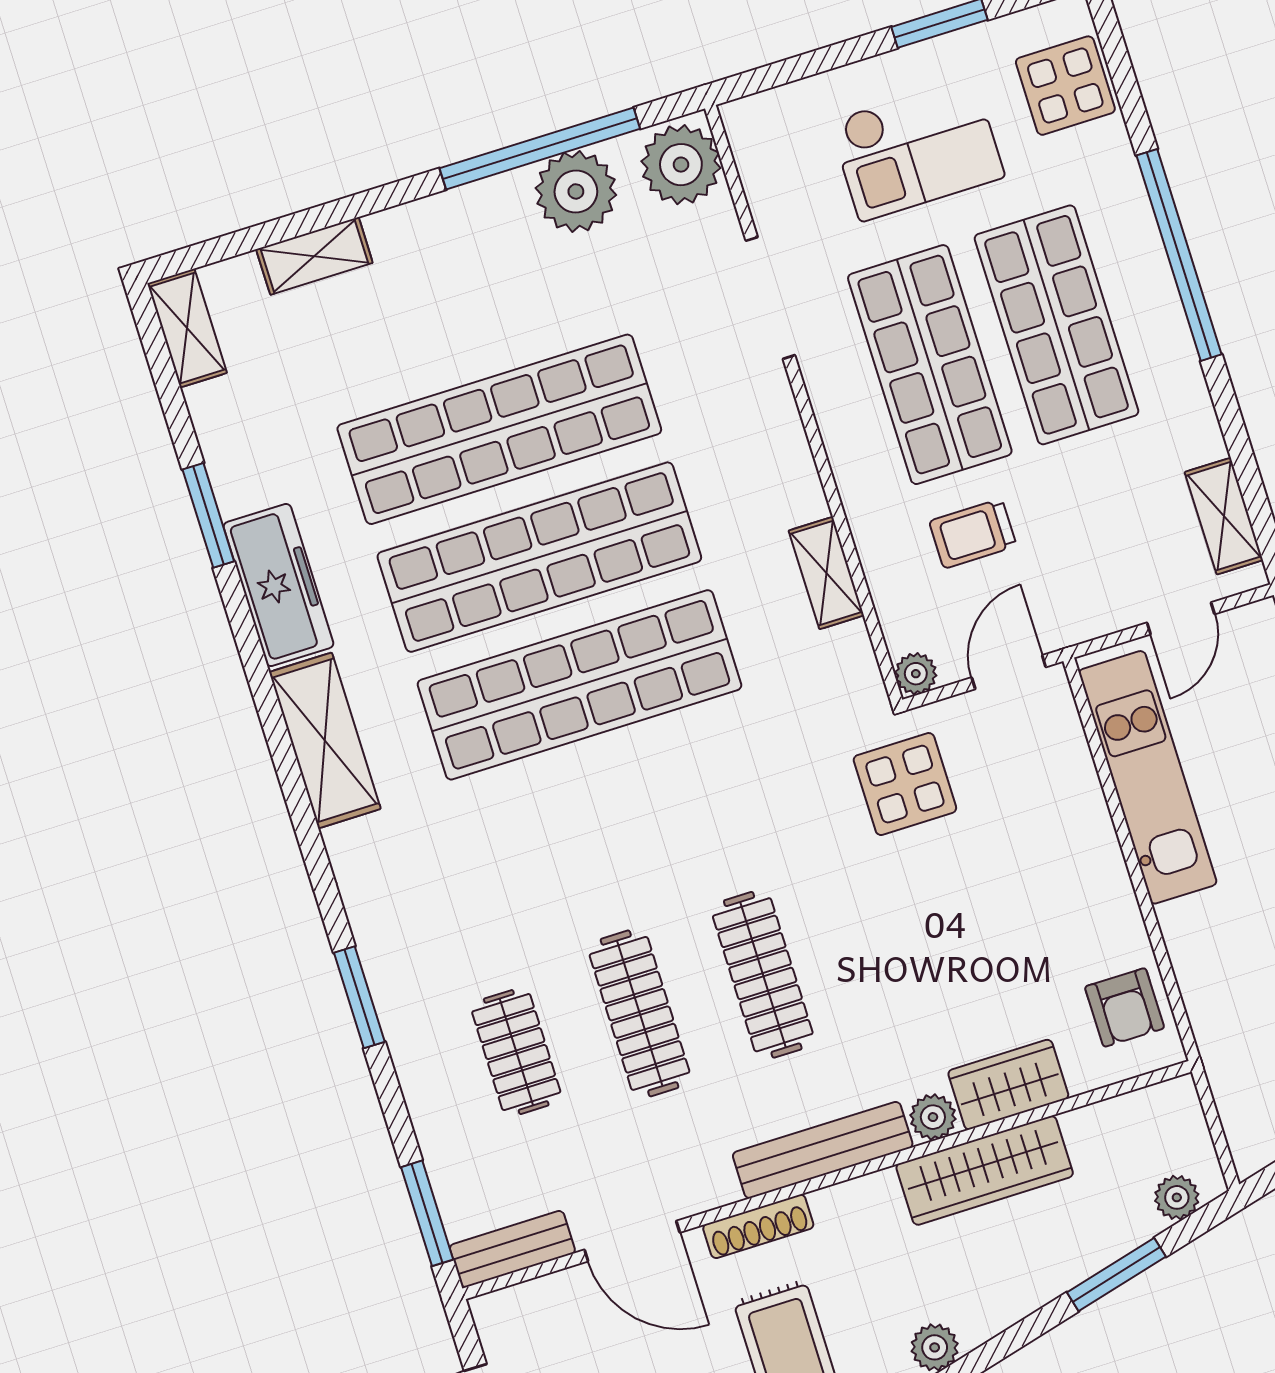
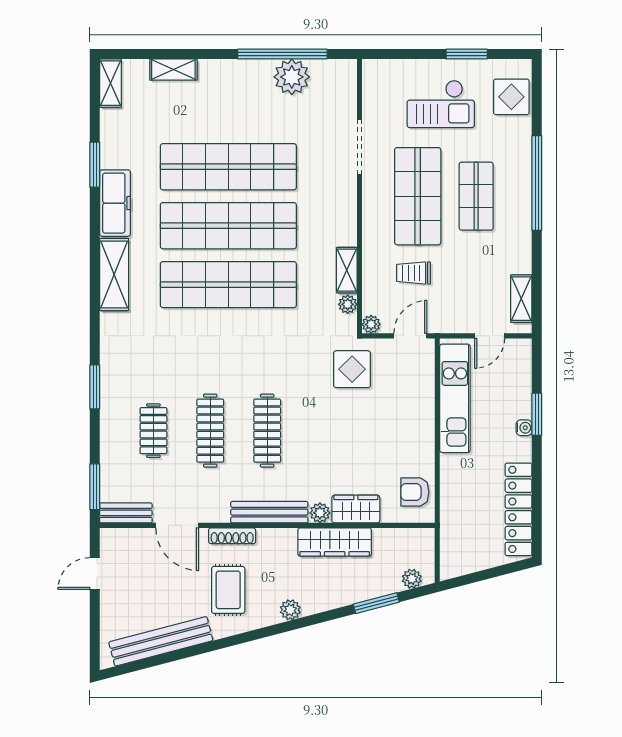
plant: (681, 165) -> (348, 304), moved, width x0.53, depth x0.53
shop shelf: (1057, 325) -> (476, 196), width x0.70, depth x0.74
armchair: (1125, 1007) -> (415, 492), turned 90

